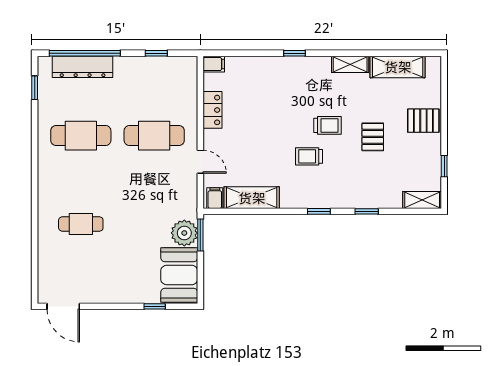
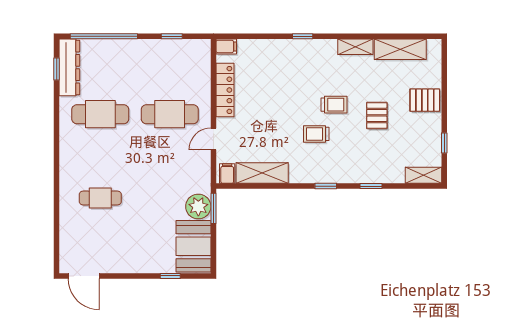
dresser: (83, 67) -> (69, 67), moved, turned -90
locker: (212, 110) -> (225, 90), width x1.53
door: (200, 162) -> (213, 139), swing flipped

